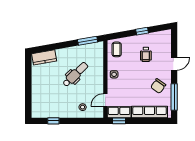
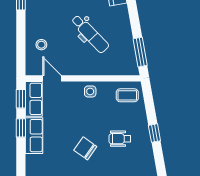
chair: (158, 86) -> (85, 148), moved
row of seats: (150, 112) -> (34, 136), width x0.68
window: (139, 121) -> (21, 128), added

